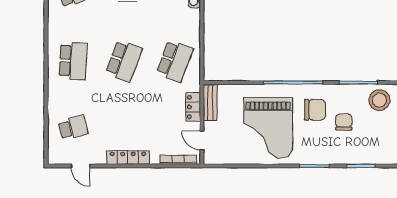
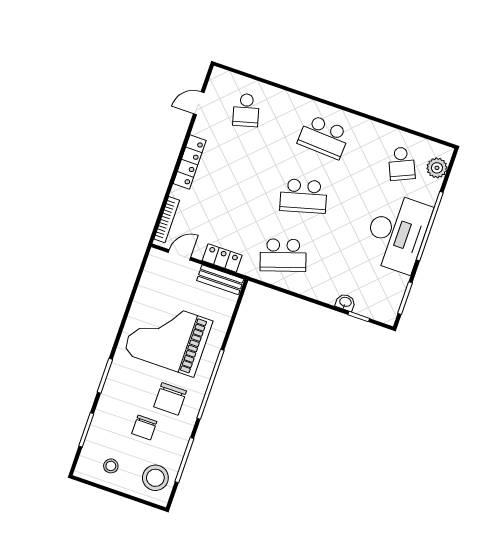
school desk: (124, 61) -> (303, 196), turned -36
school desk: (175, 61) -> (283, 255), turned -39
chair: (344, 122) -> (144, 427), turned 90
stool: (382, 138) -> (111, 466), added

